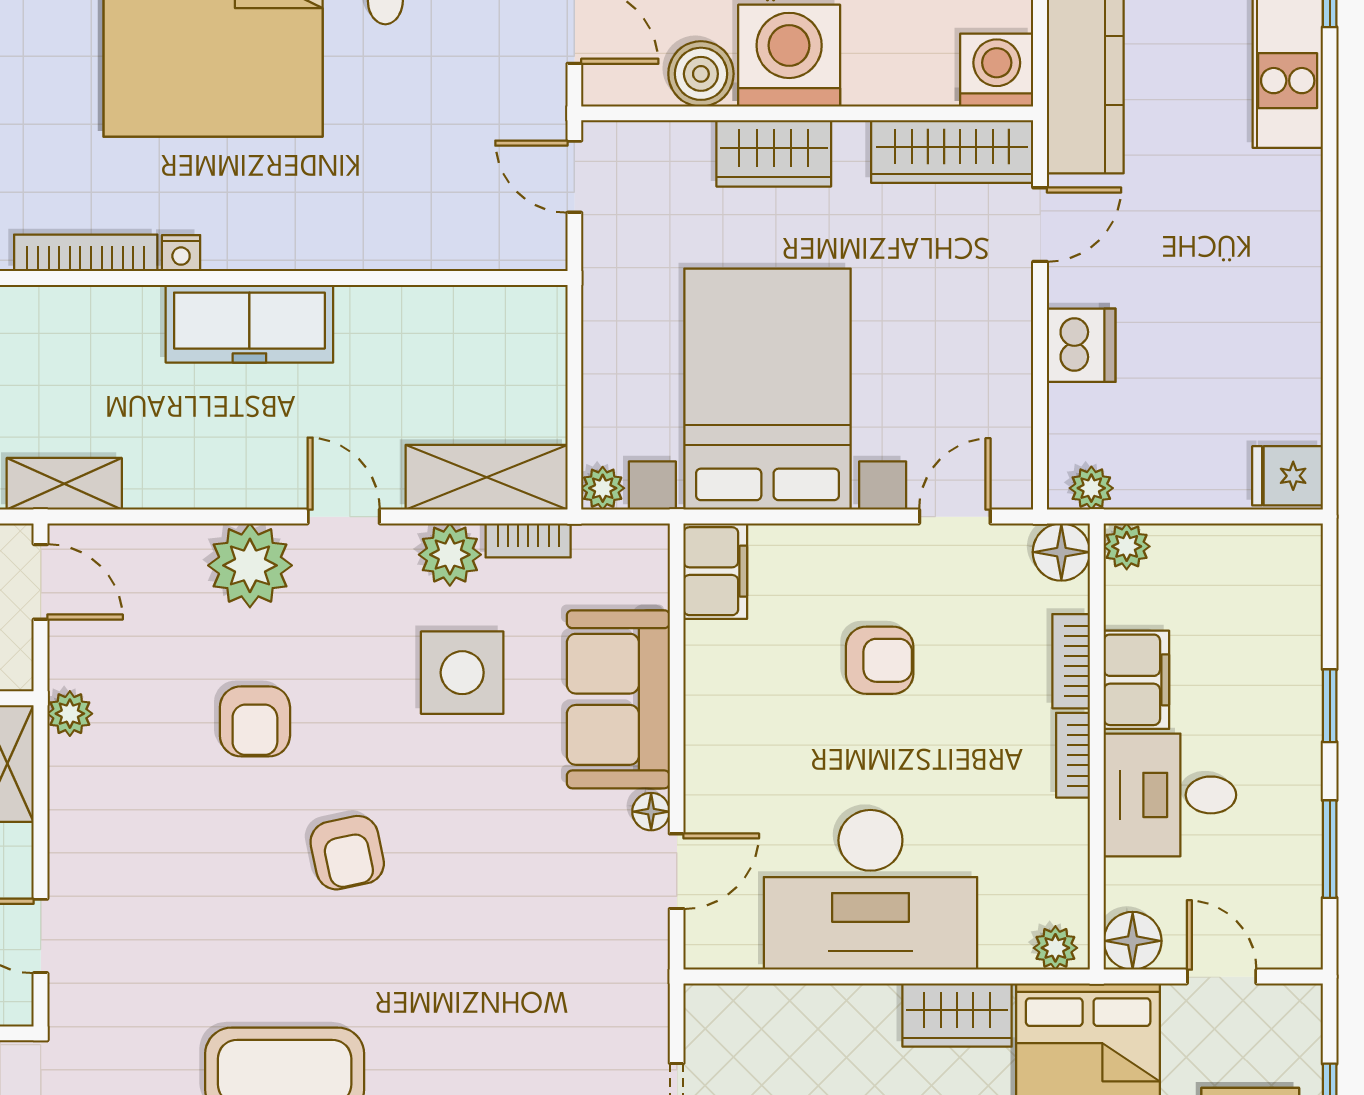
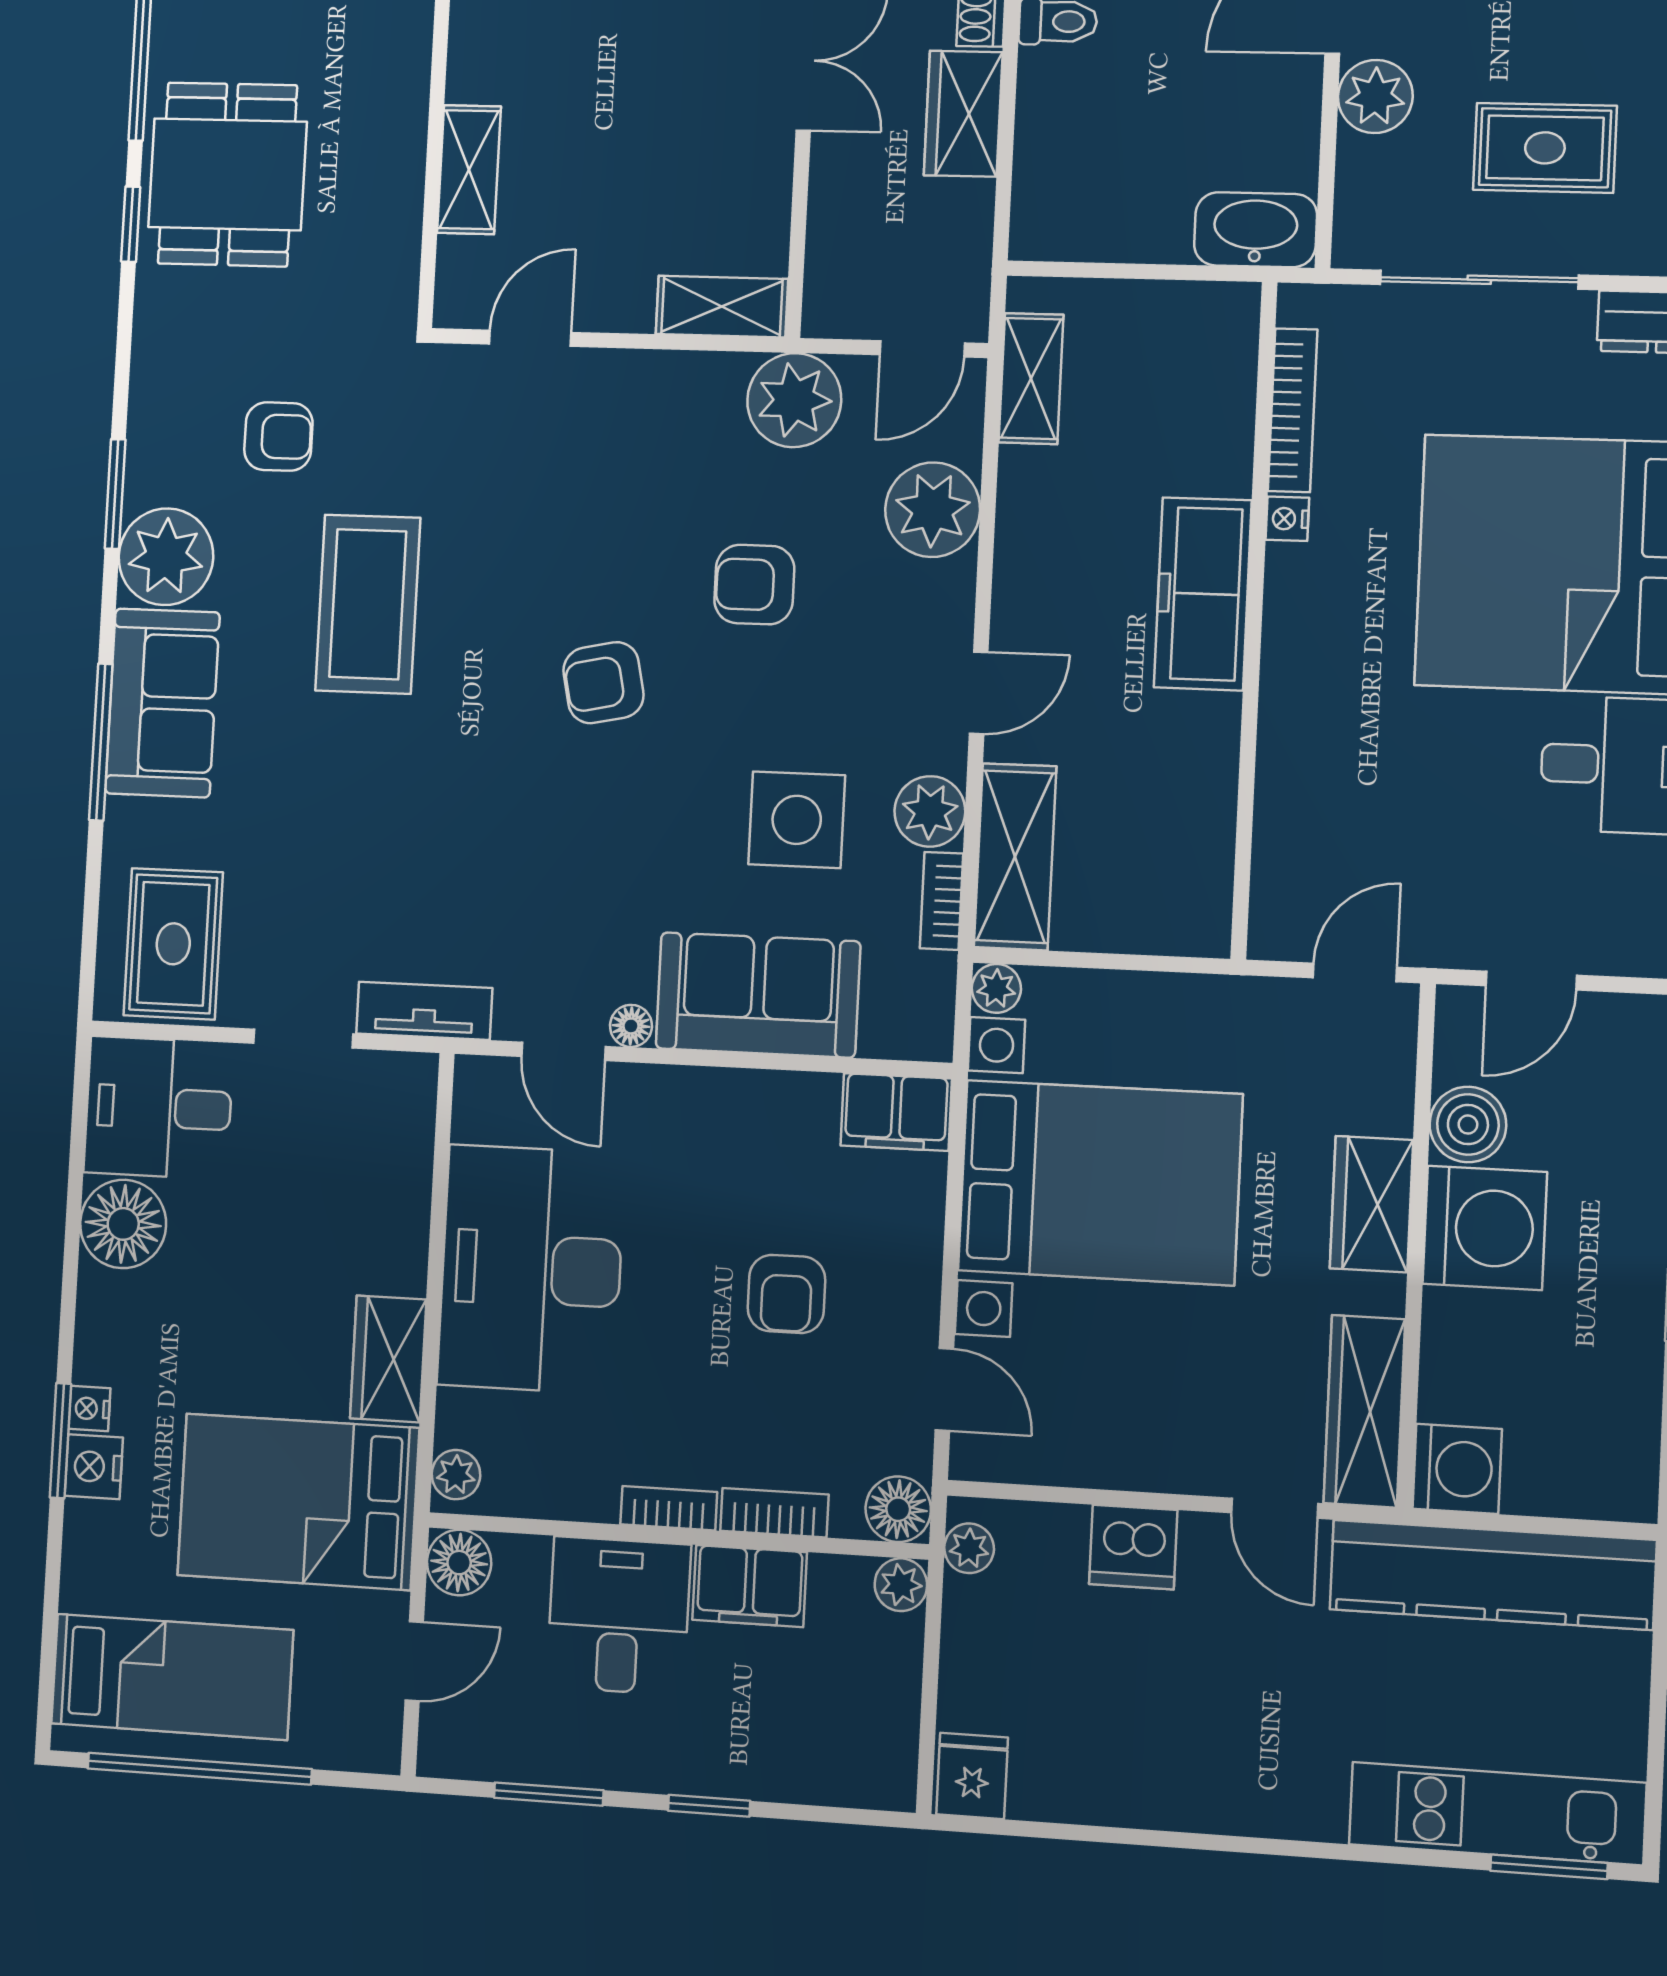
plant: (250, 565) -> (933, 510), moved
plant: (70, 714) -> (794, 400), width x1.87, depth x1.87
tv unit: (647, 999) -> (424, 1011), added

